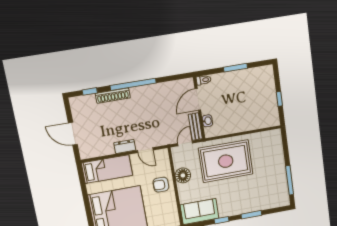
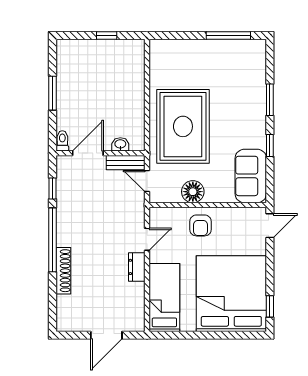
window: (90, 91) -> (53, 189), moved
door: (198, 99) -> (88, 153), swing flipped

